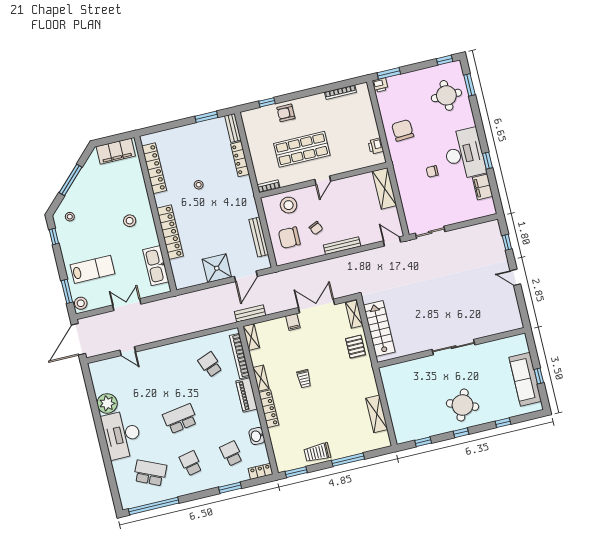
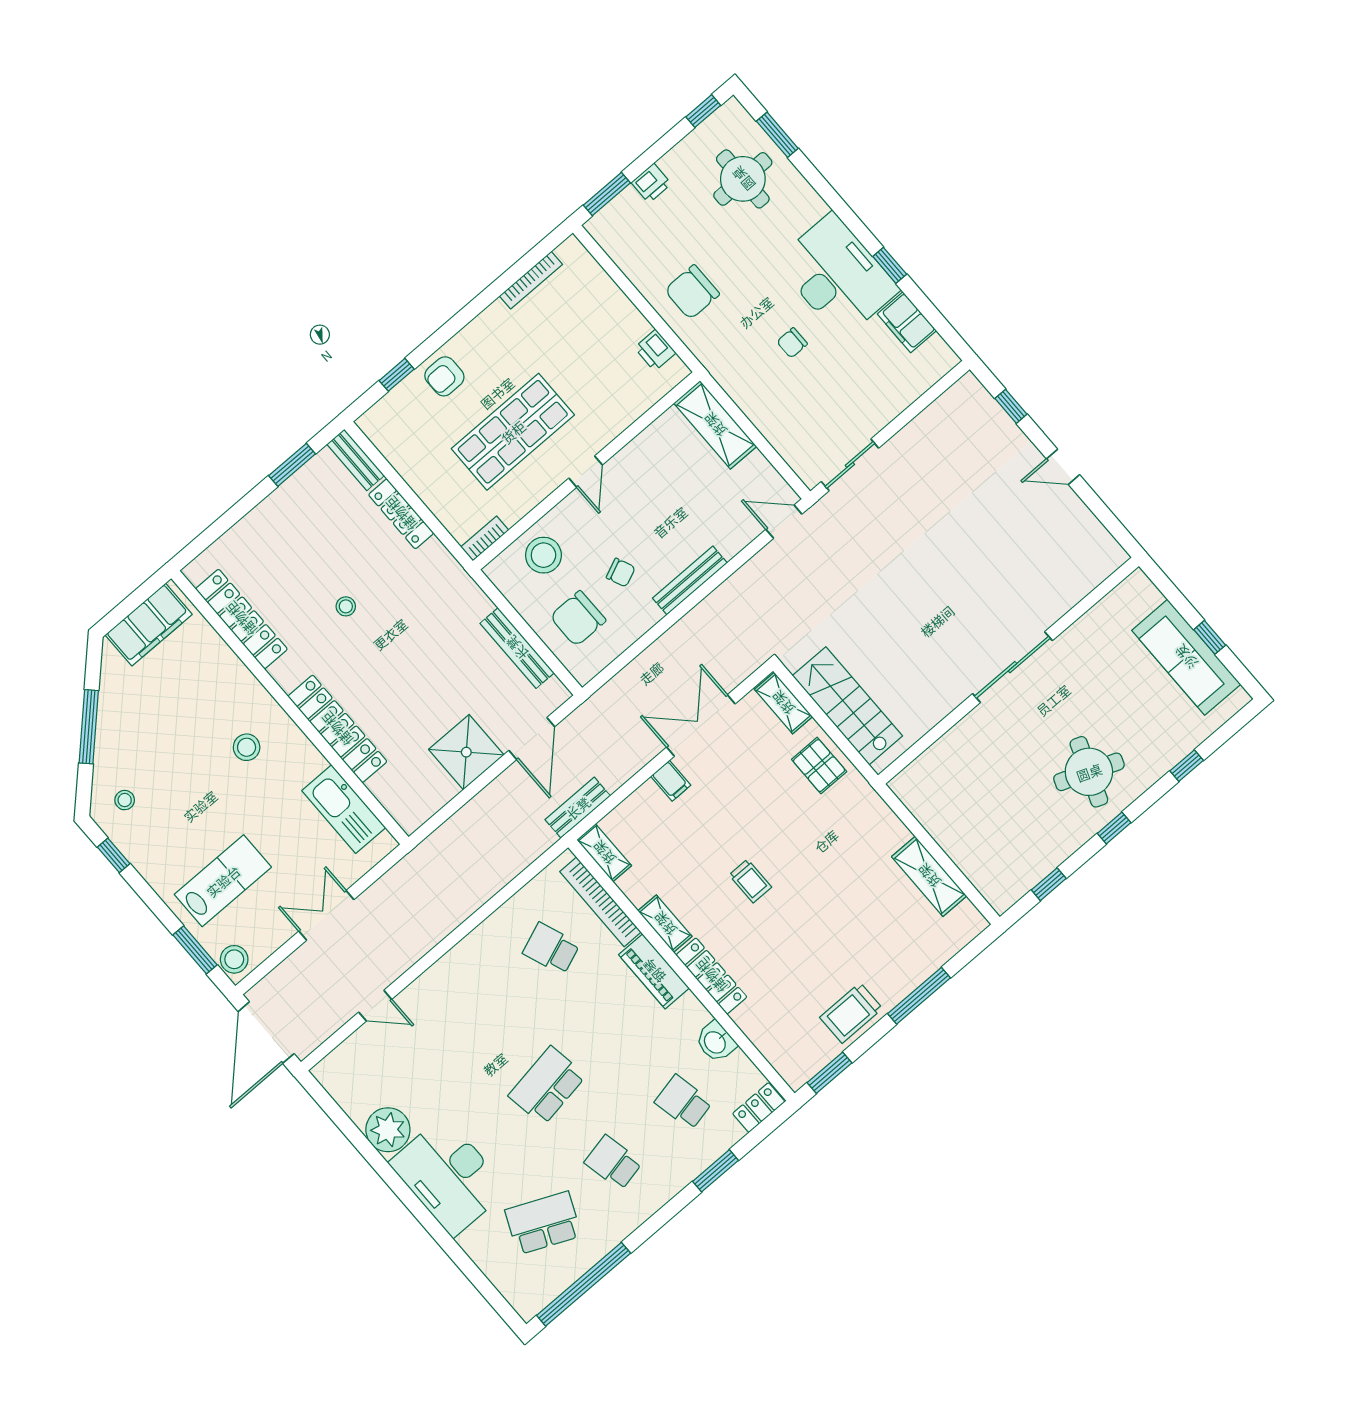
printer: (380, 85) -> (651, 183), moved
chair: (403, 130) -> (692, 292), turned -87

